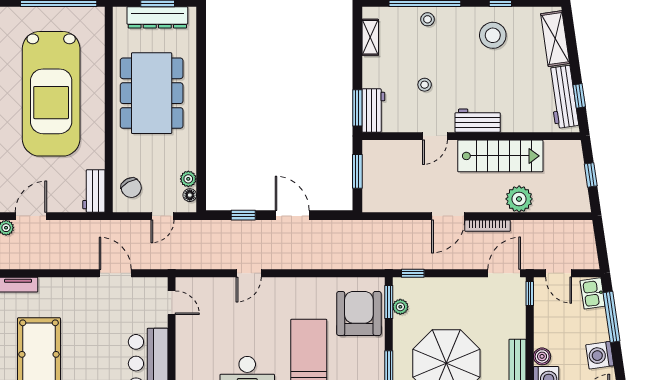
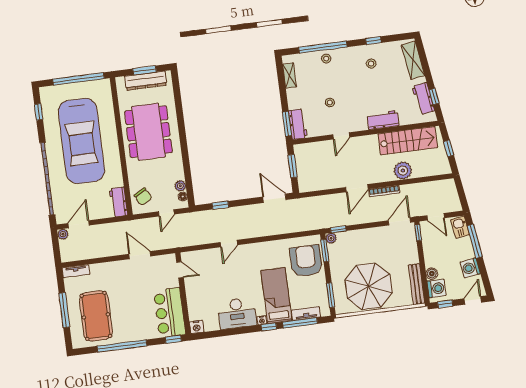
stool: (493, 35) -> (371, 64), width x0.53, depth x0.53
workbench: (563, 97) -> (423, 99), width x0.73
workbench: (478, 121) -> (383, 120), moved
stairs: (500, 156) -> (408, 141), moved
door: (292, 215) -> (274, 198), moved
plant: (400, 307) -> (331, 238), moved

